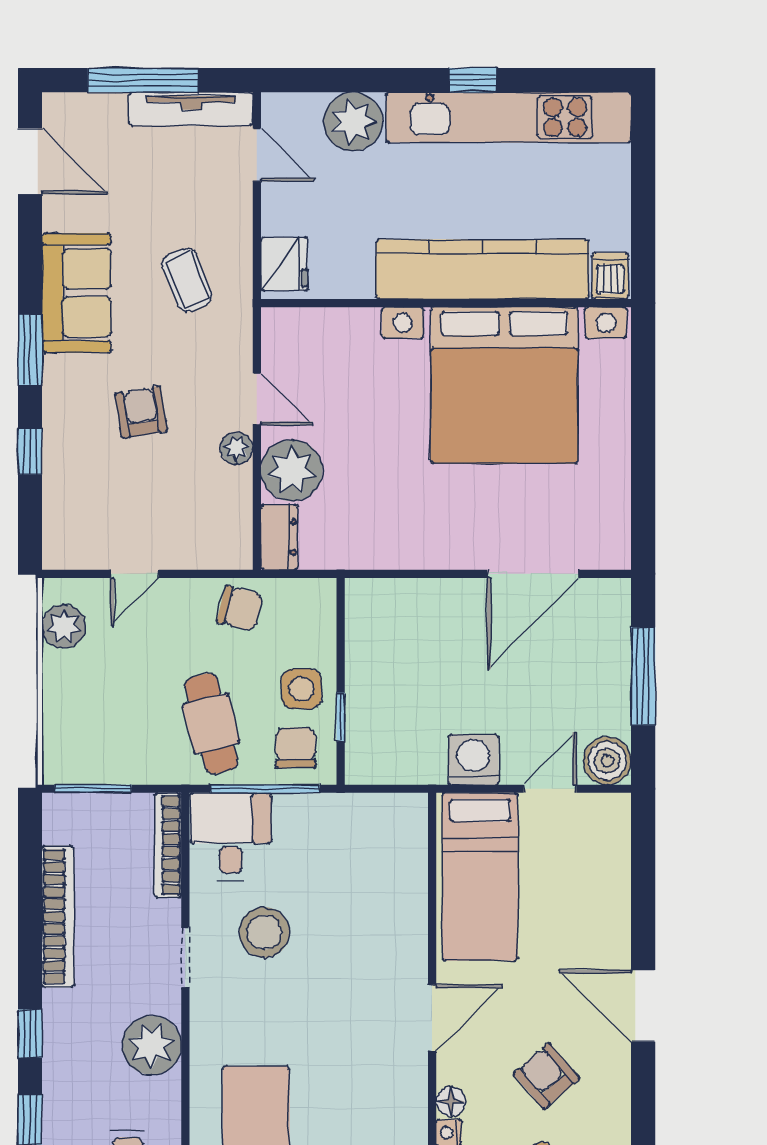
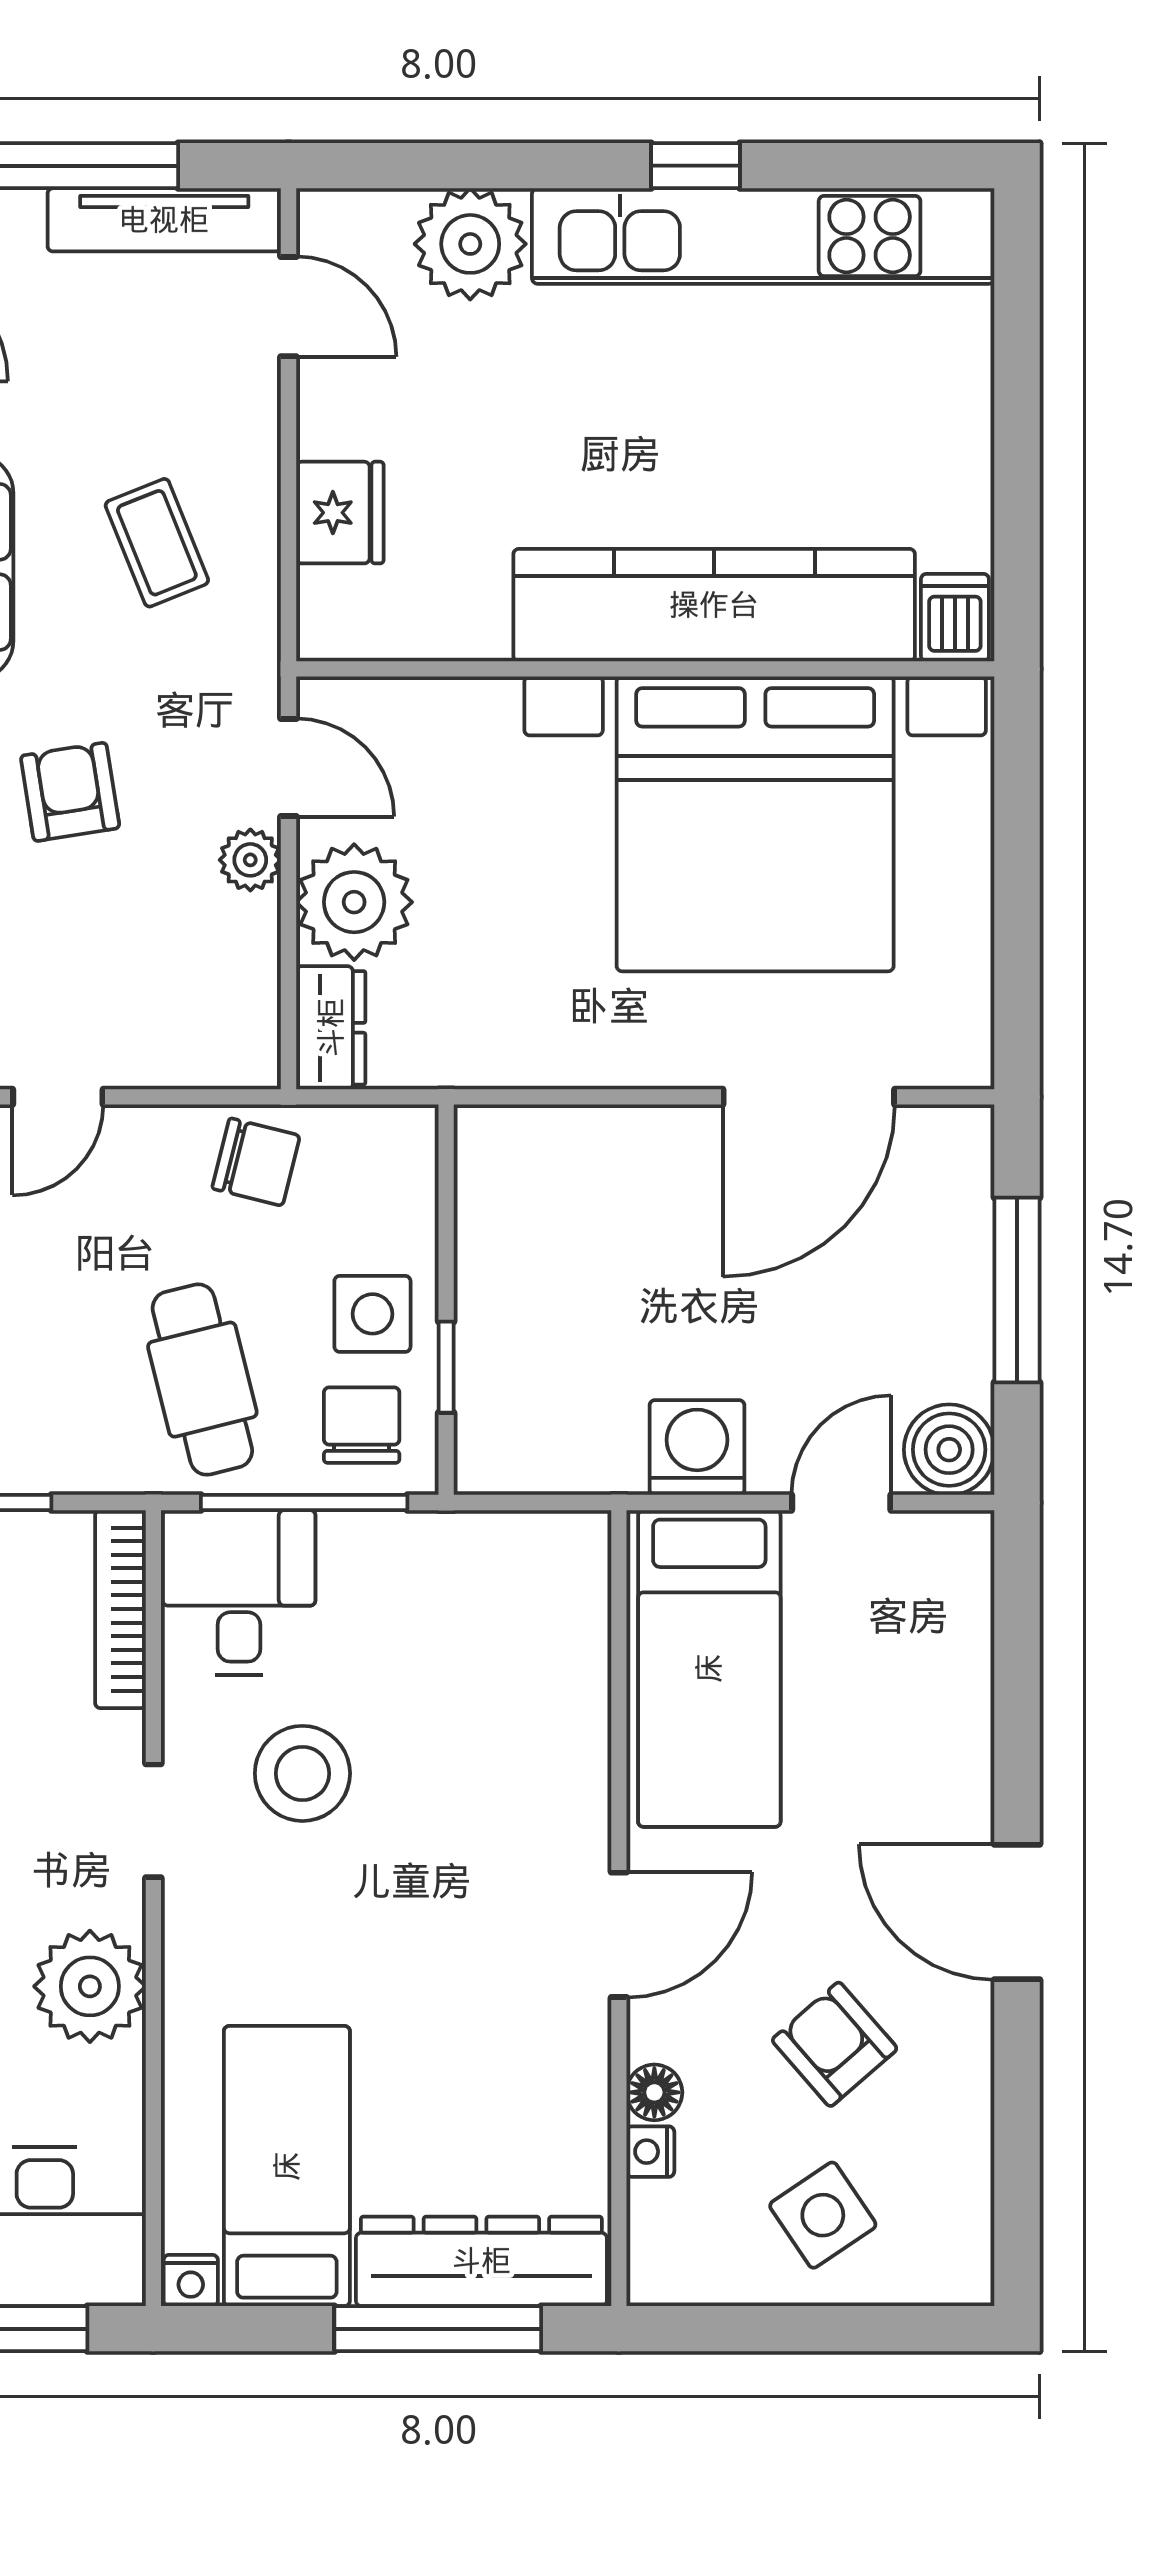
kitchen counter: (483, 269) -> (714, 605), moved
dishwasher: (610, 276) -> (955, 618), moved
wall: (446, 303) -> (645, 669), moved
bed with nightstands: (504, 385) -> (755, 824), moved

